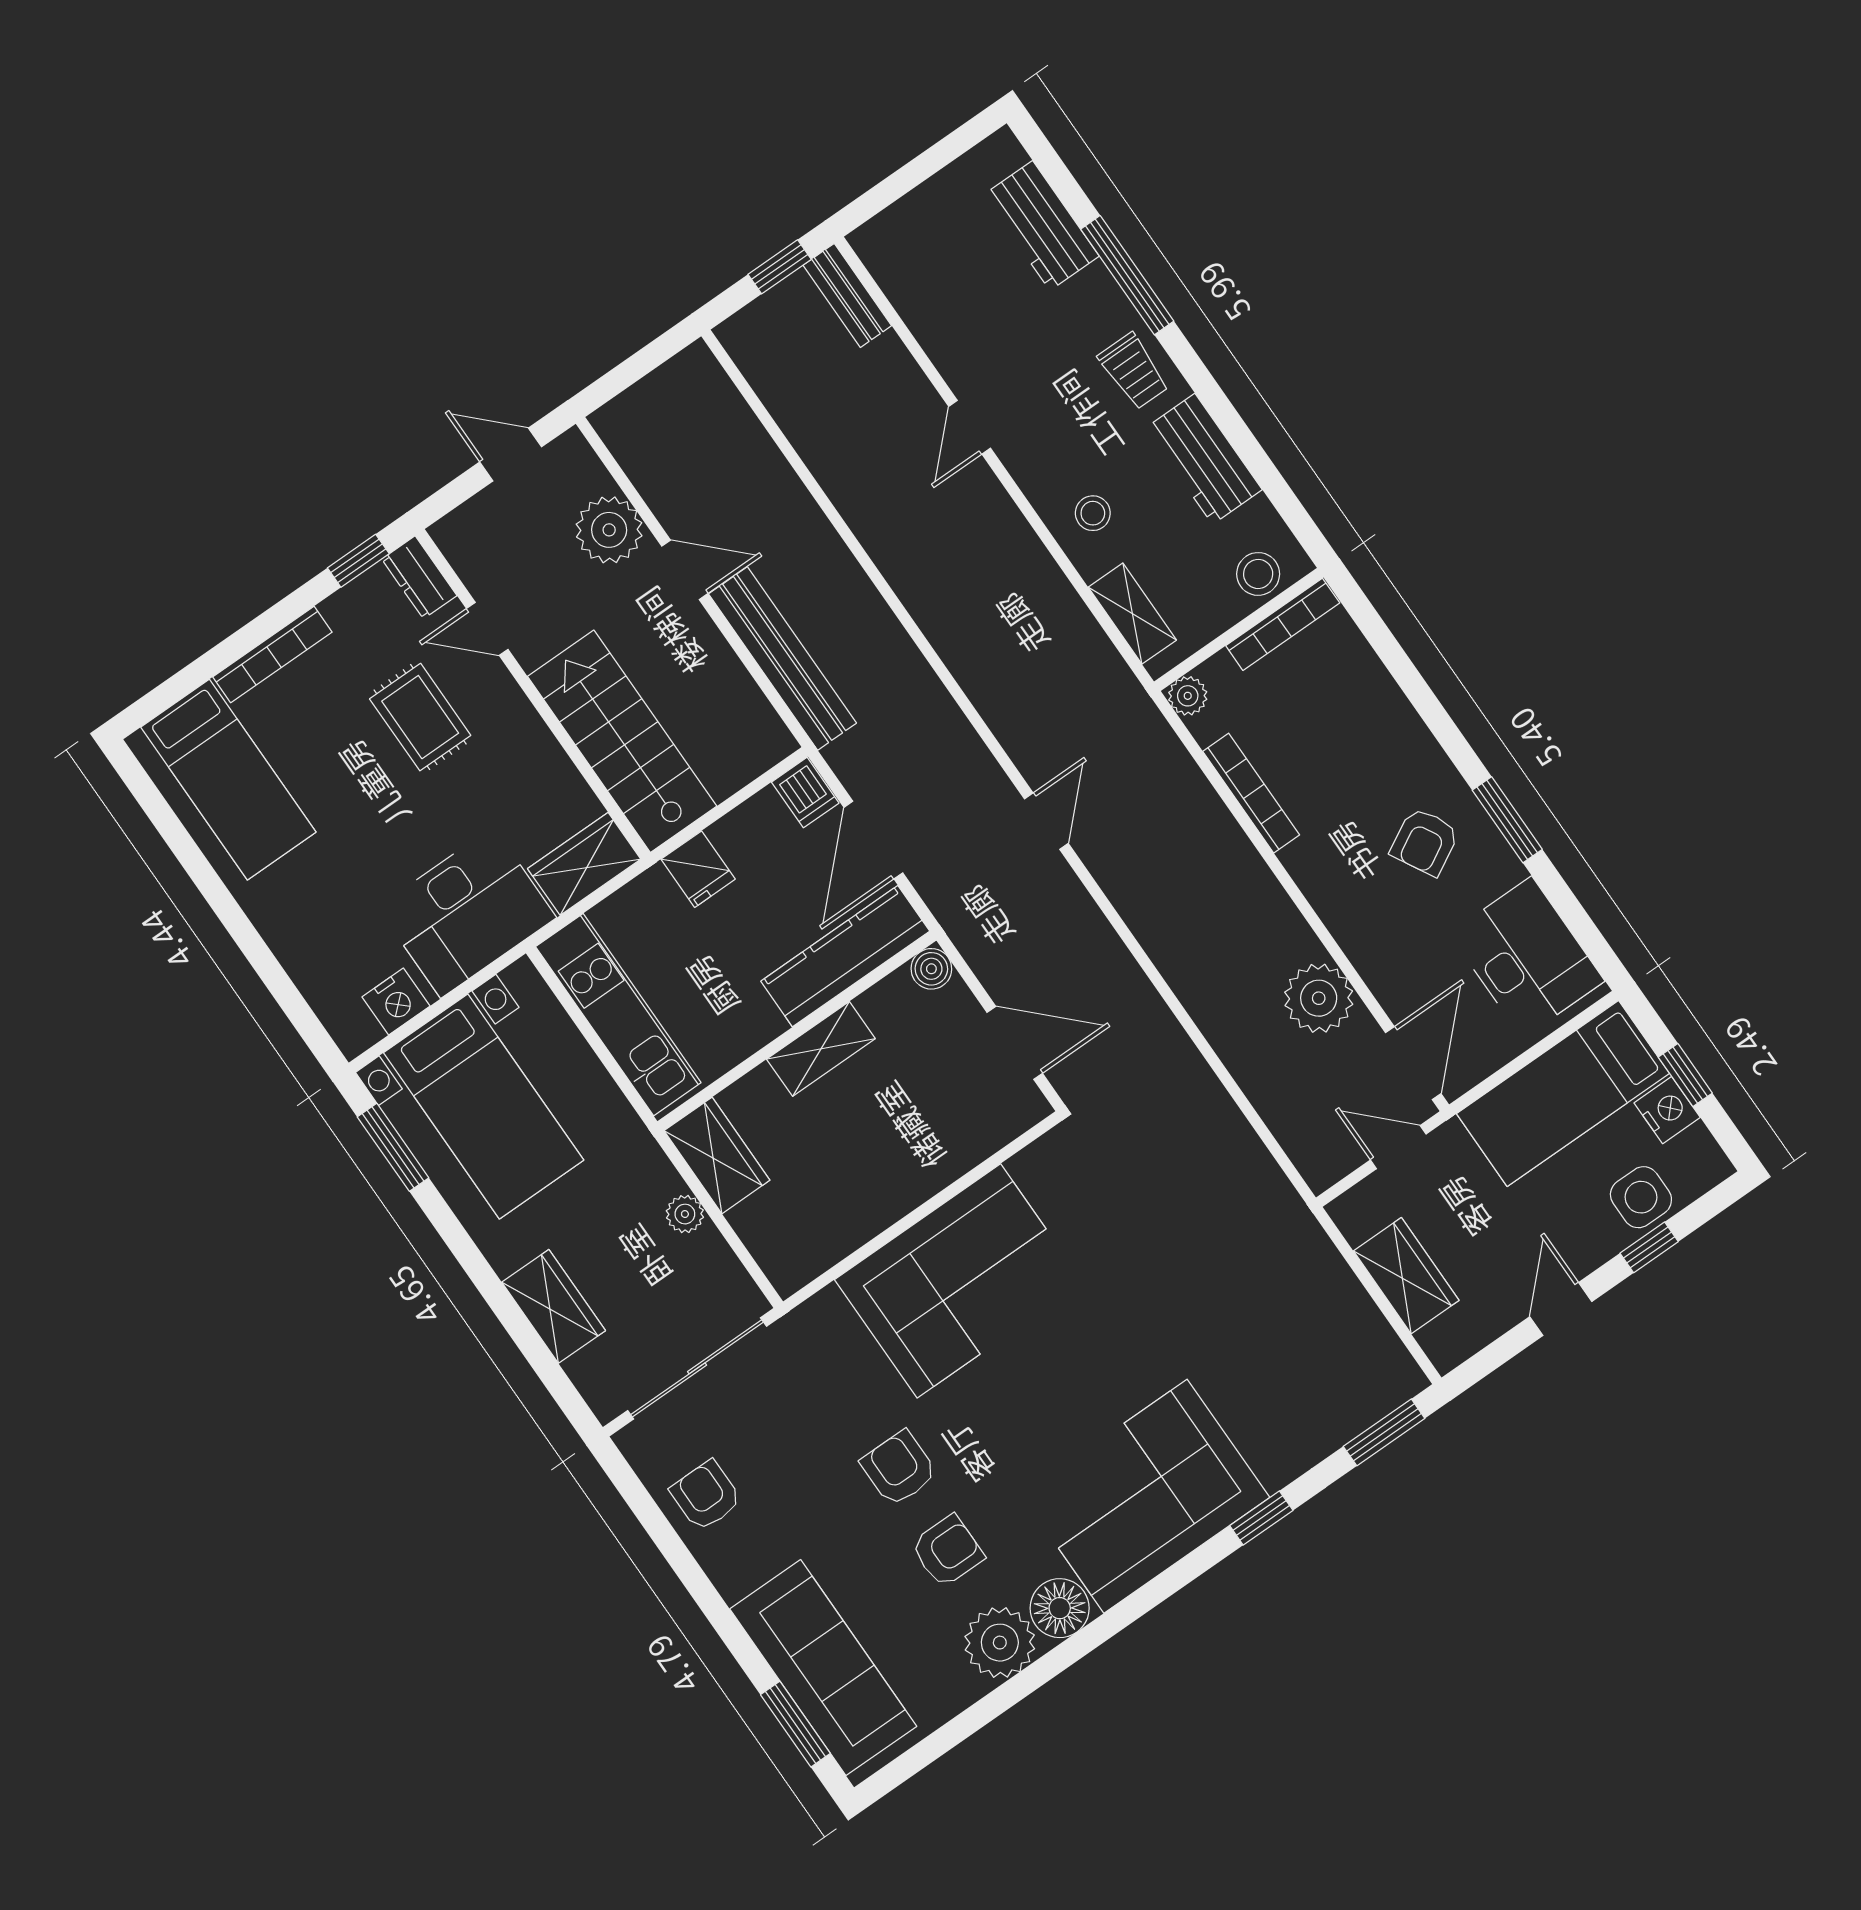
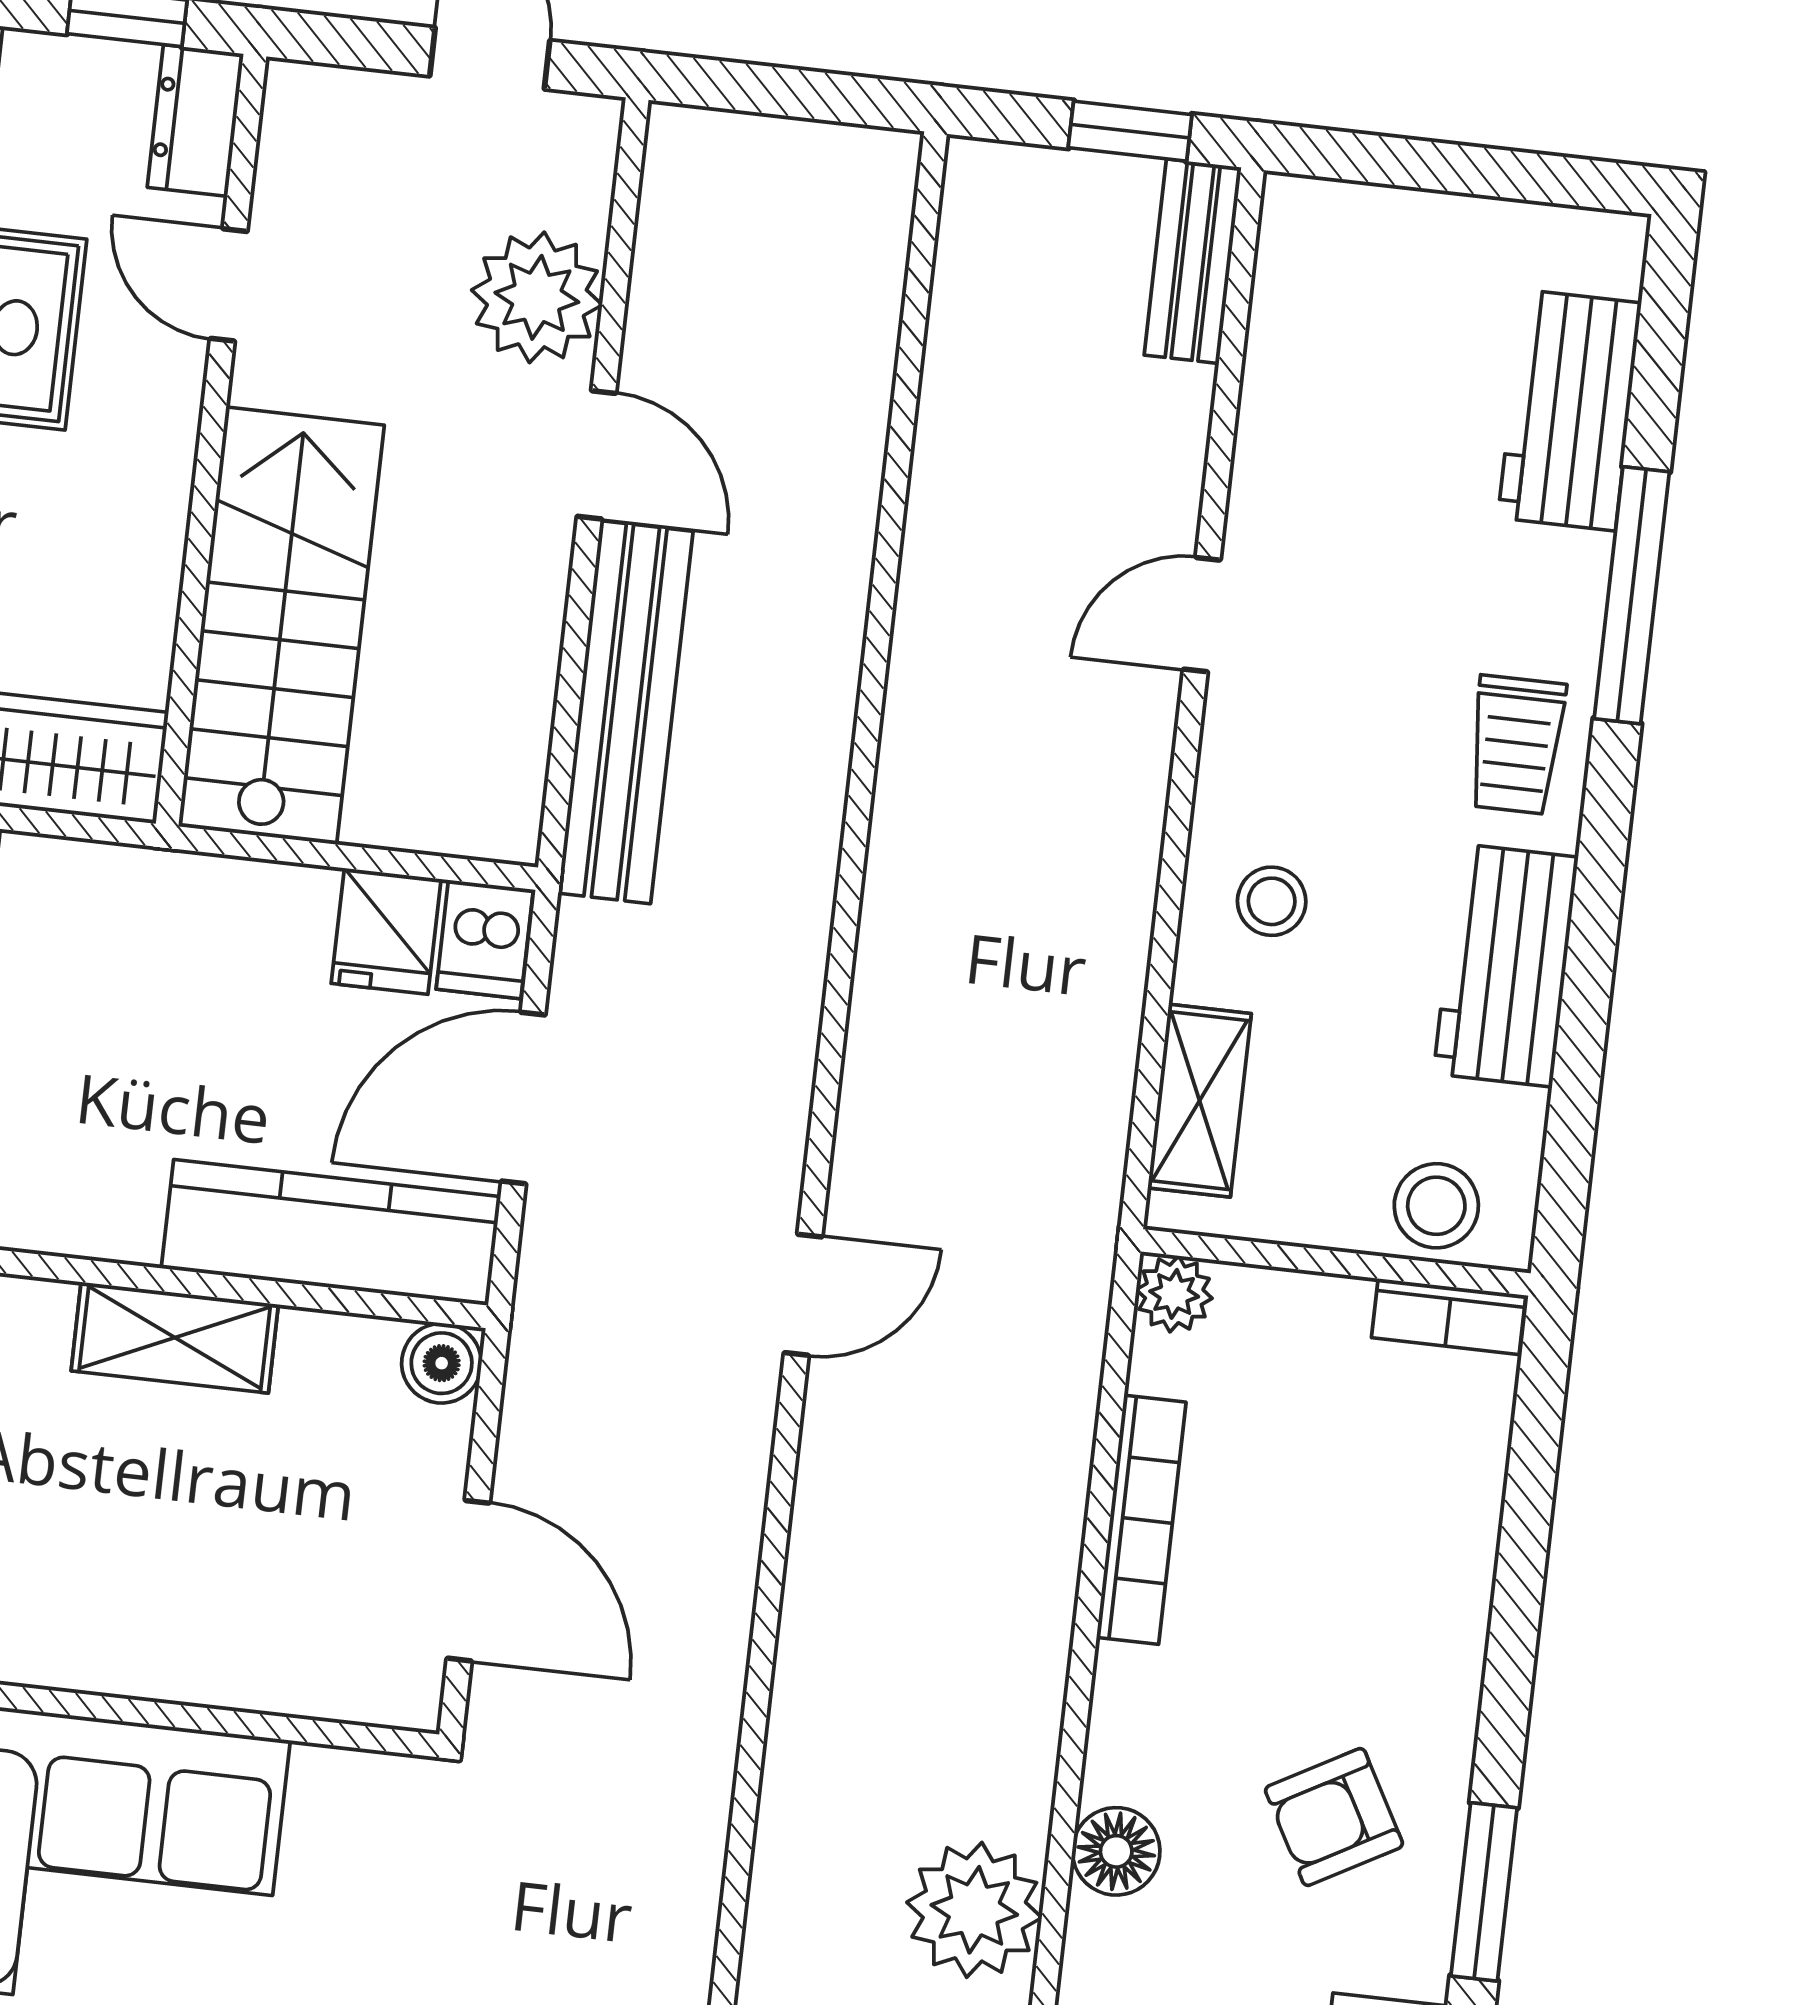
bookcase: (1283, 624) -> (1449, 1317), width x0.64
fridge: (698, 869) -> (386, 931), moved
floor lamp: (1353, 928) -> (1116, 1851), added

